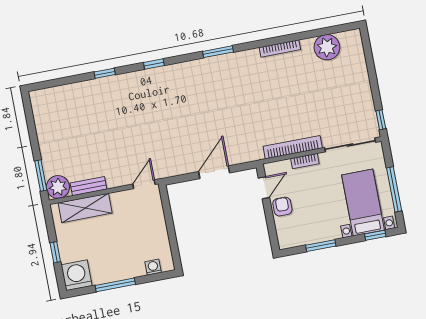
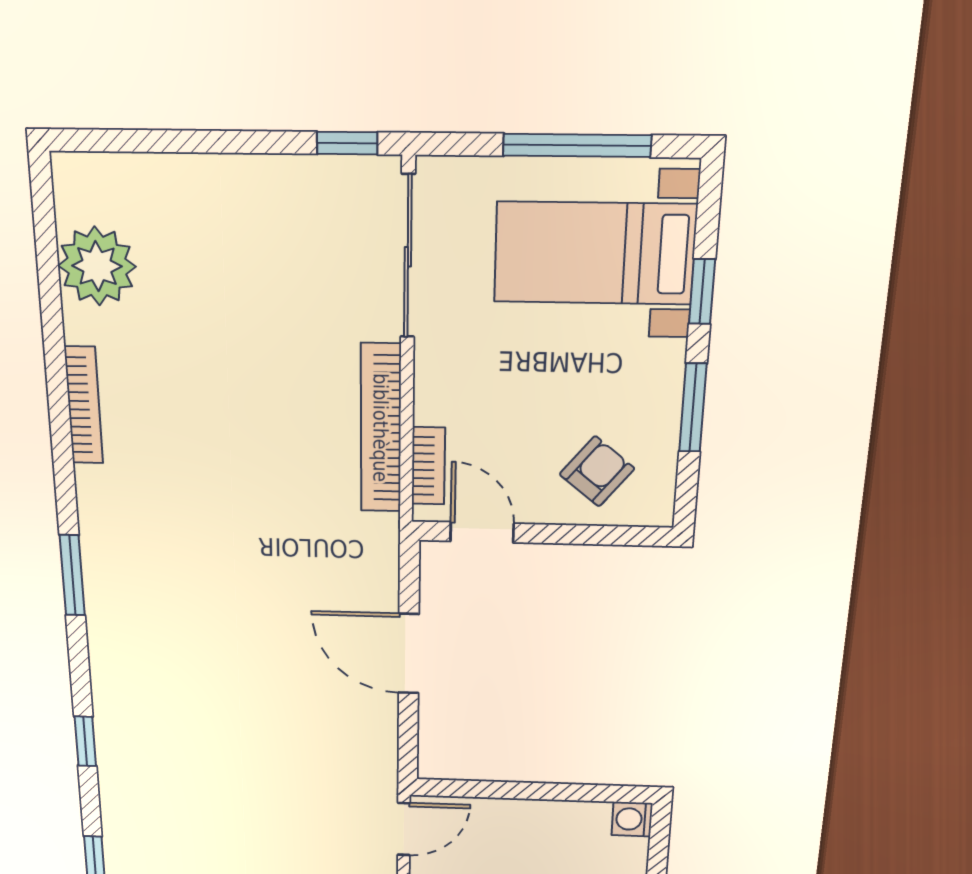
bookcase: (305, 161) -> (428, 466), moved
door: (144, 184) -> (404, 829), swing flipped
armchair: (282, 207) -> (597, 471), moved, turned 129
window: (375, 235) -> (702, 292), moved
washing machine: (153, 267) -> (632, 819), moved

